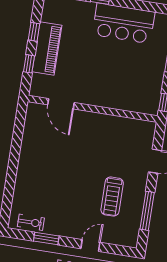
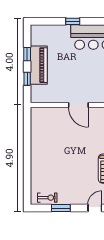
door: (61, 104) -> (78, 105), moved

